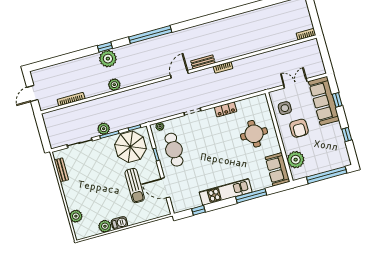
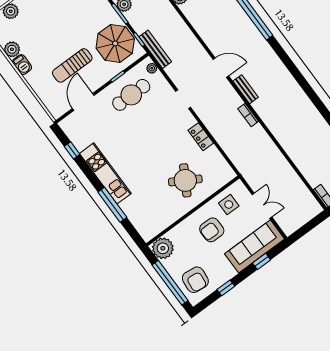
bench: (147, 118) -> (155, 49), added
round table: (254, 134) -> (185, 180), turned 30
armchair: (332, 155) -> (195, 280), added
plant: (296, 160) -> (163, 248), moved
sofa: (278, 169) -> (155, 223), removed

